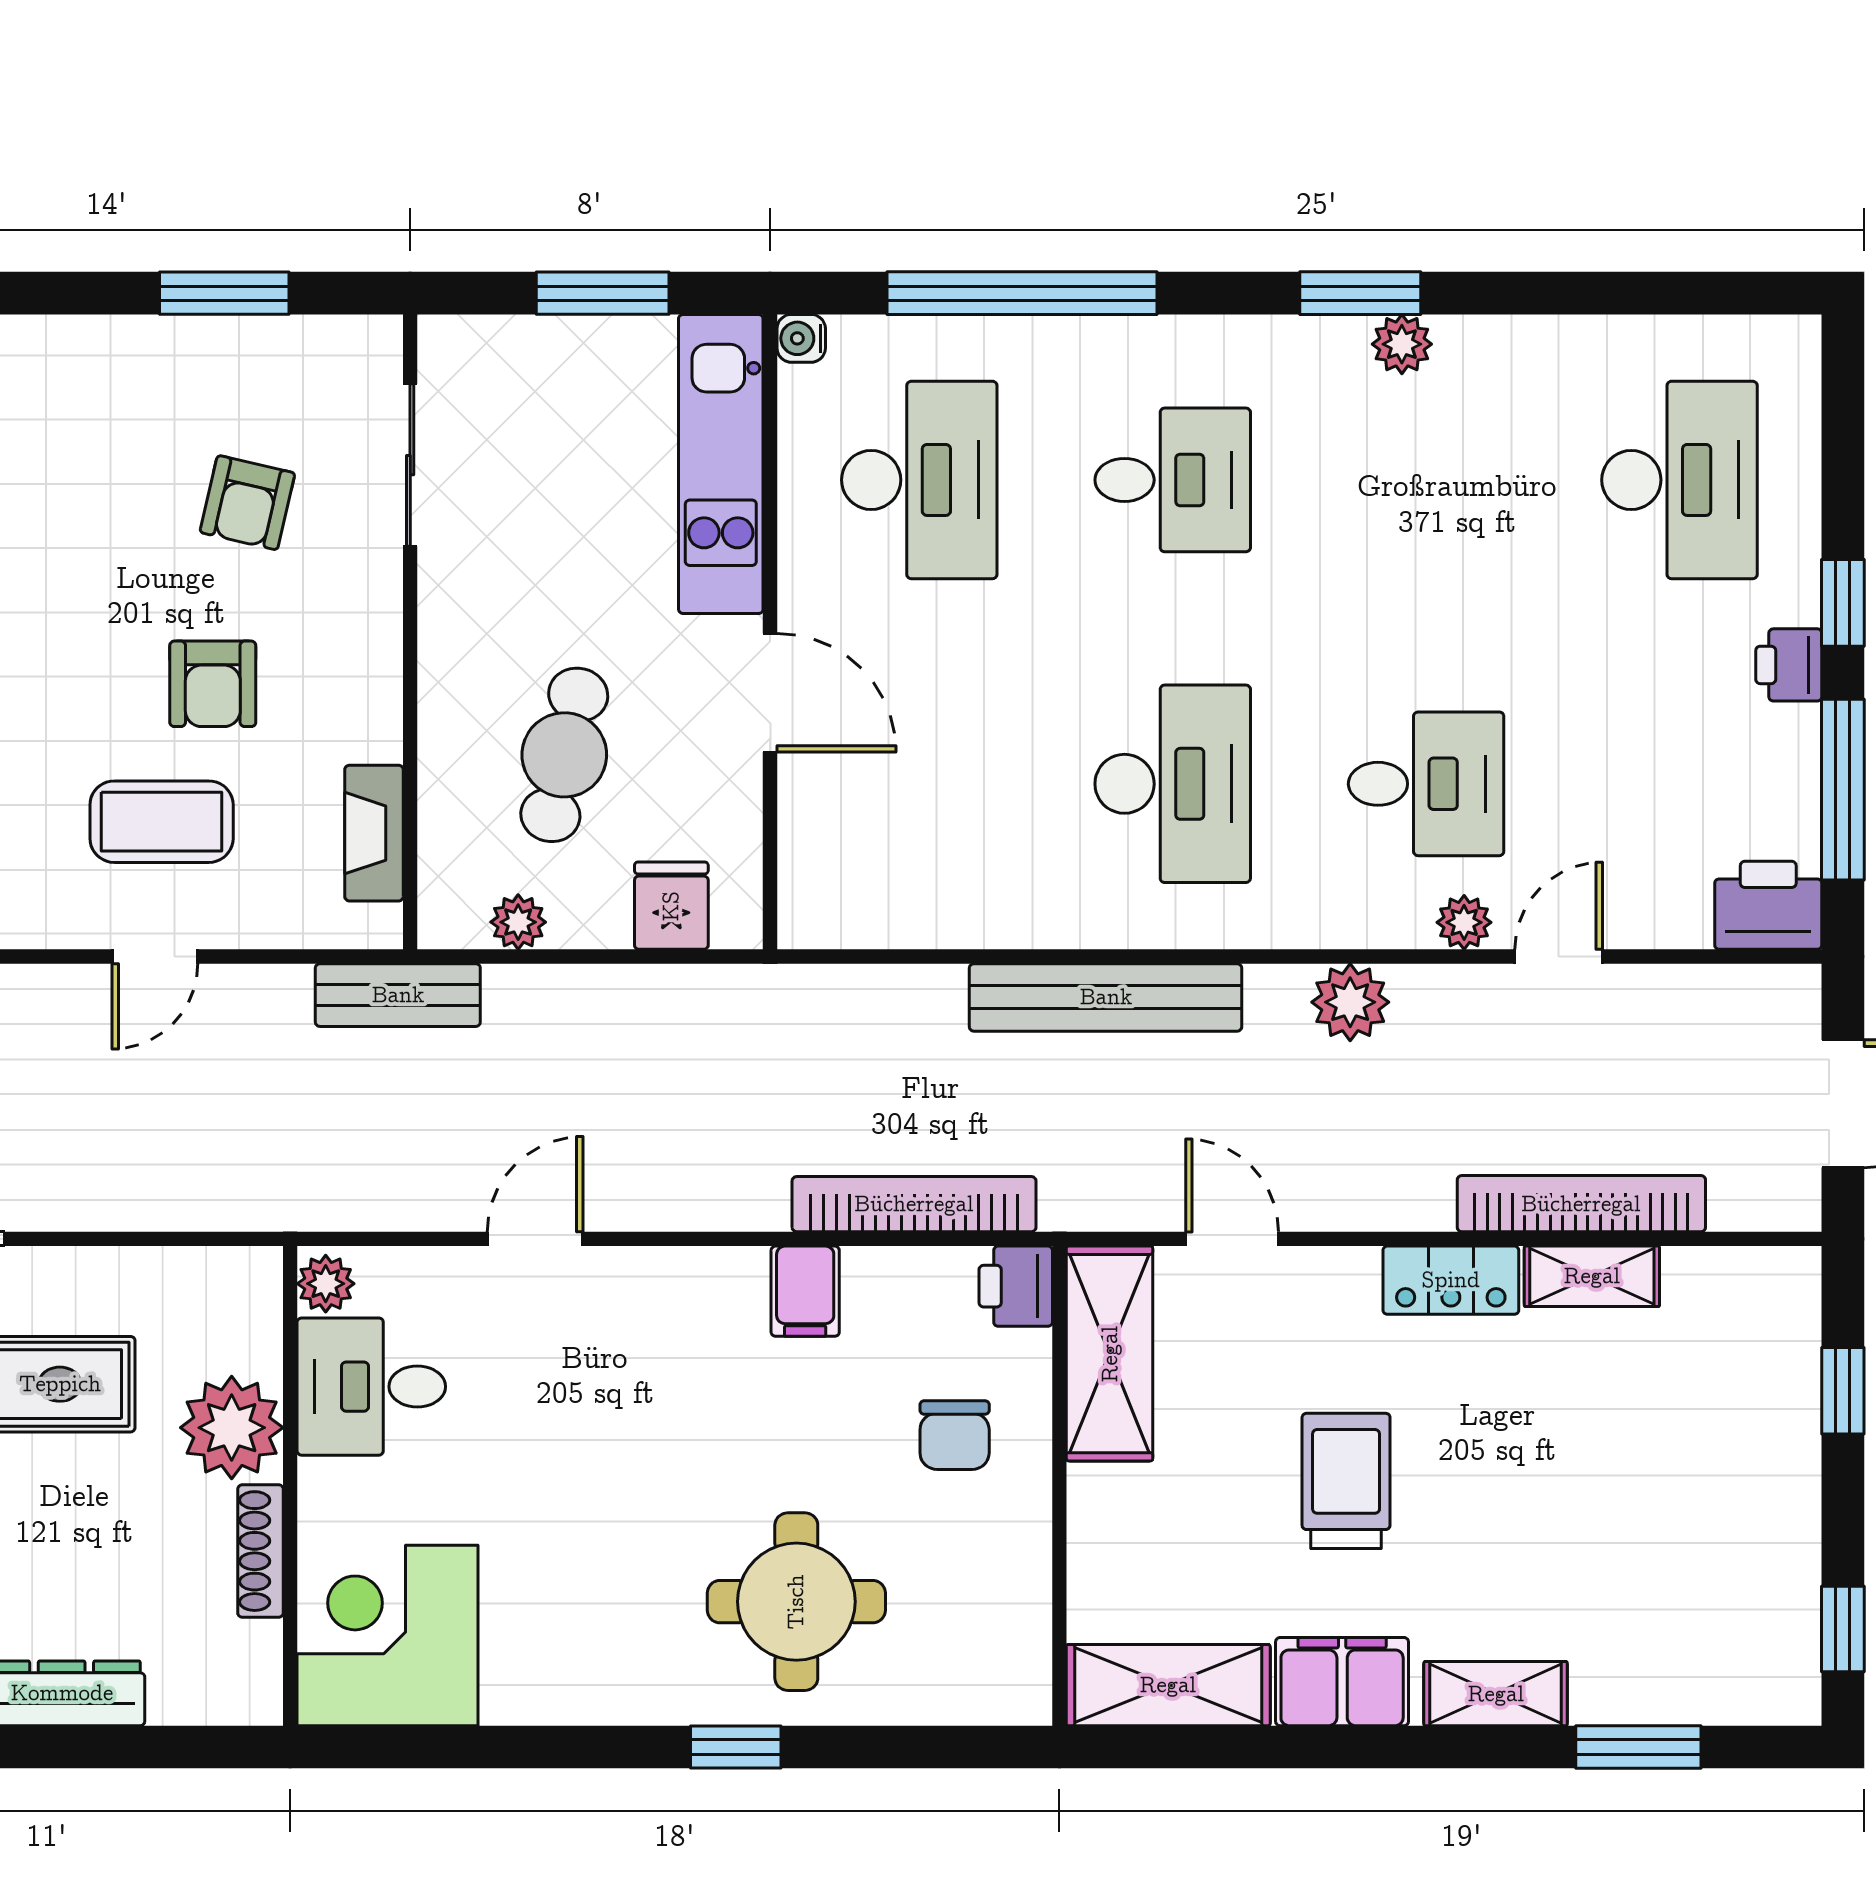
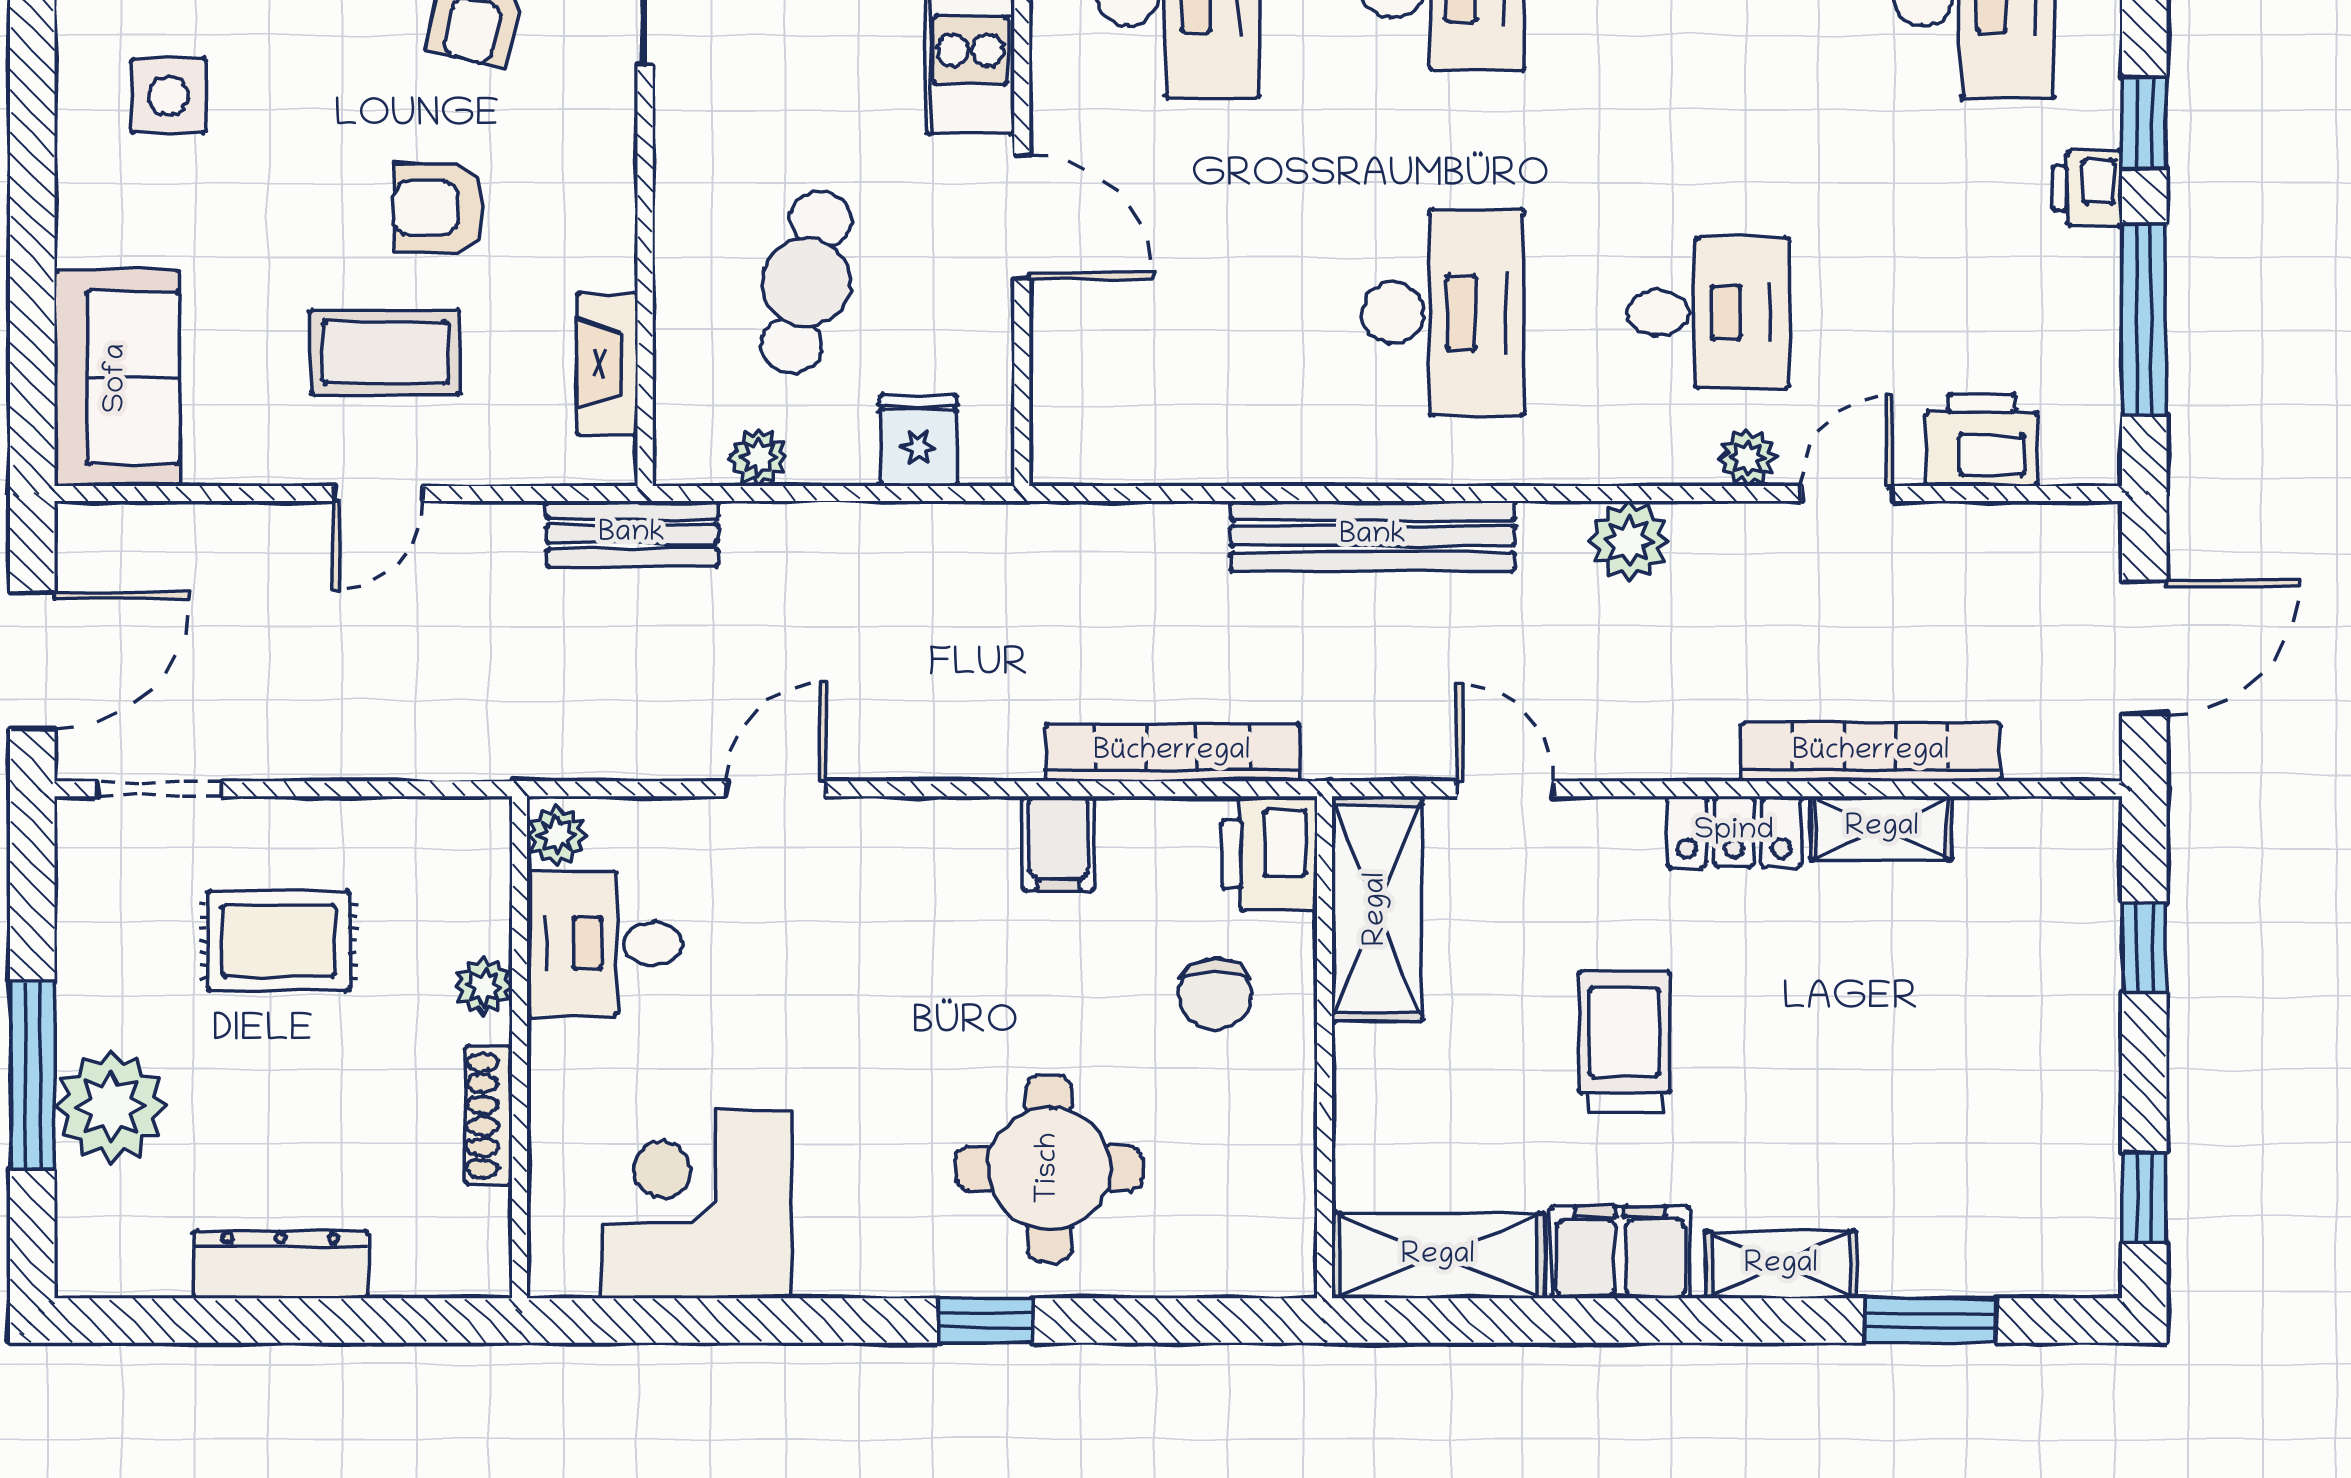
armchair: (213, 684) -> (439, 208), turned 90
printer: (1768, 905) -> (1982, 440), moved
printer: (1016, 1286) -> (1270, 854), width x1.36, depth x1.24
plant: (232, 1428) -> (484, 986), width x0.53, depth x0.53
corner desk: (388, 1635) -> (696, 1204), moved

